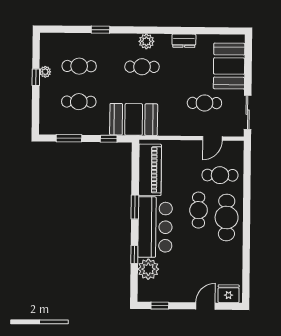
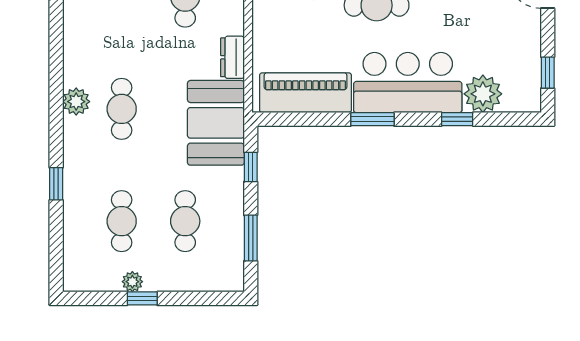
dresser: (184, 41) -> (232, 57), moved, turned 180

